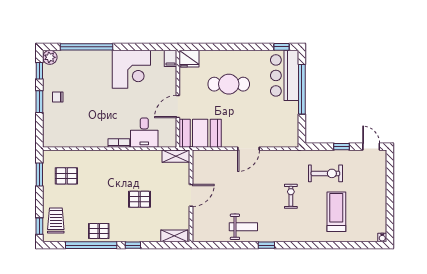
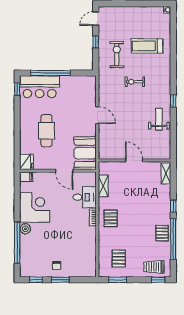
plant: (50, 57) -> (25, 229), moved
shelving: (176, 156) -> (103, 186), moved
pallet: (140, 199) -> (111, 218), moved

